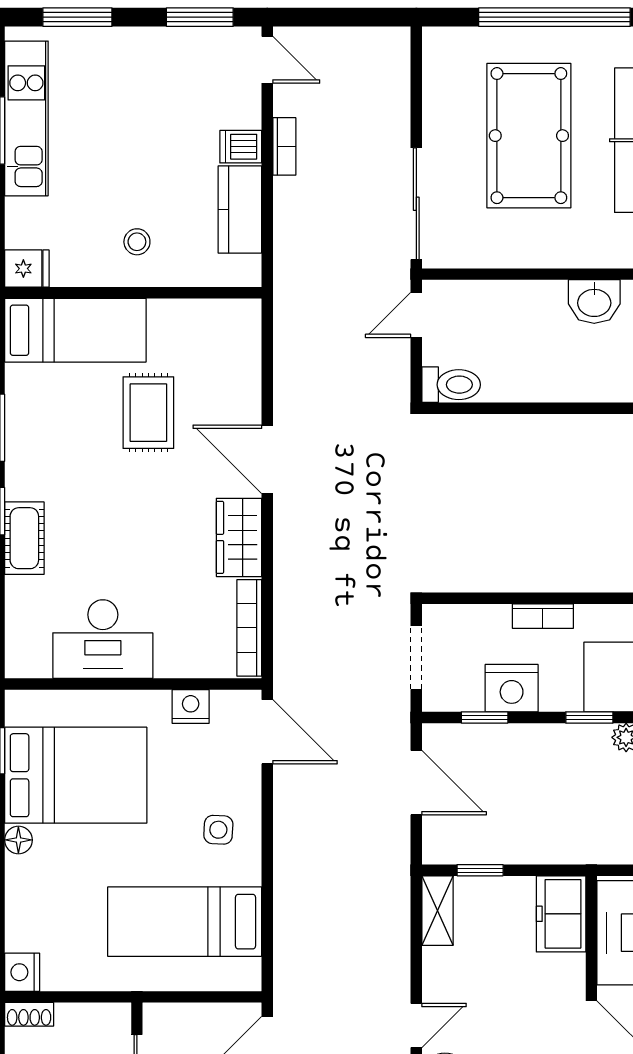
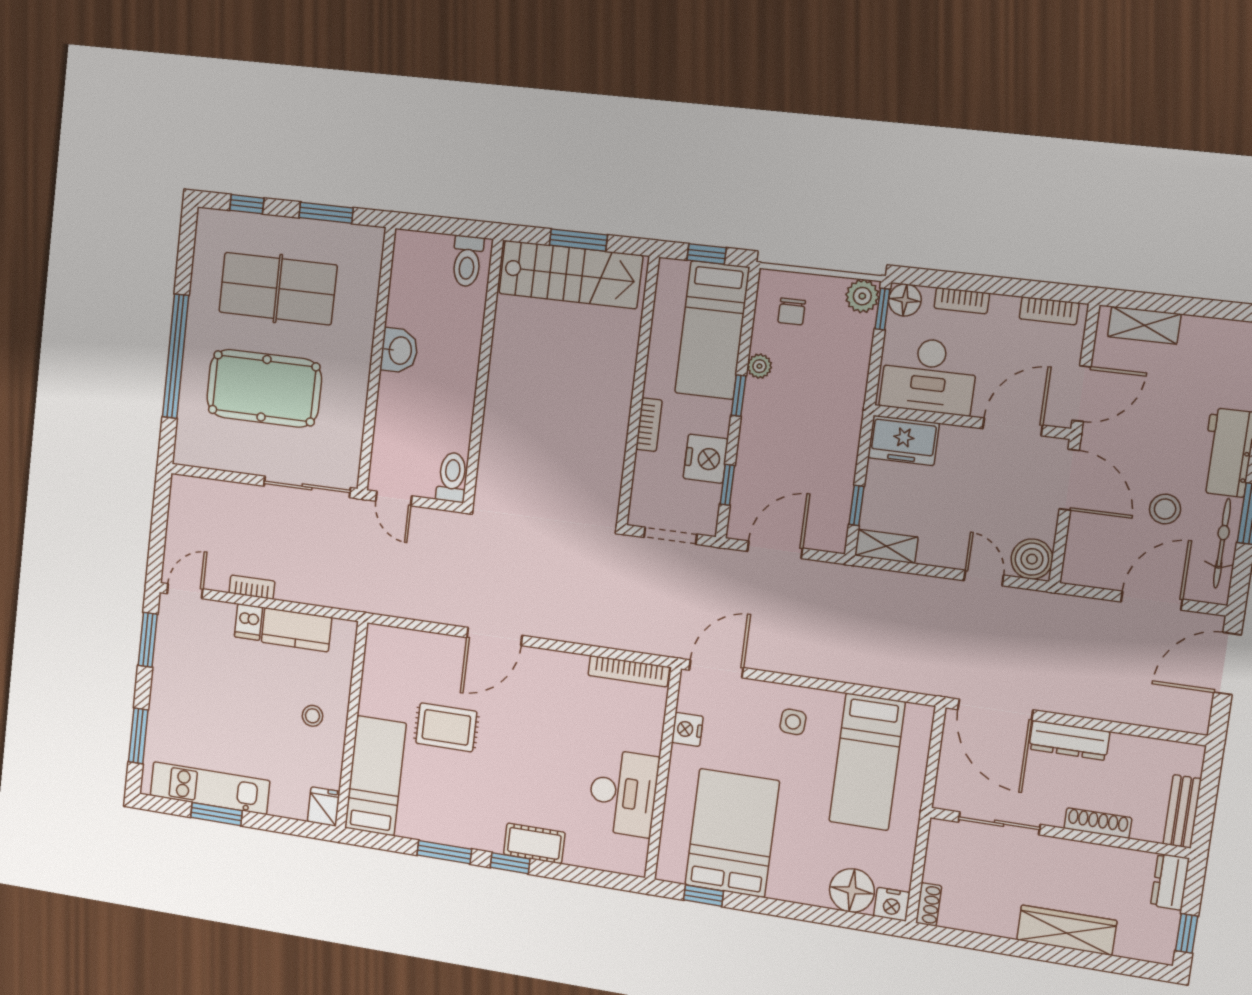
wardrobe: (239, 537) -> (554, 669), removed
floor lamp: (18, 840) -> (852, 890), moved, width x1.89, depth x1.89

